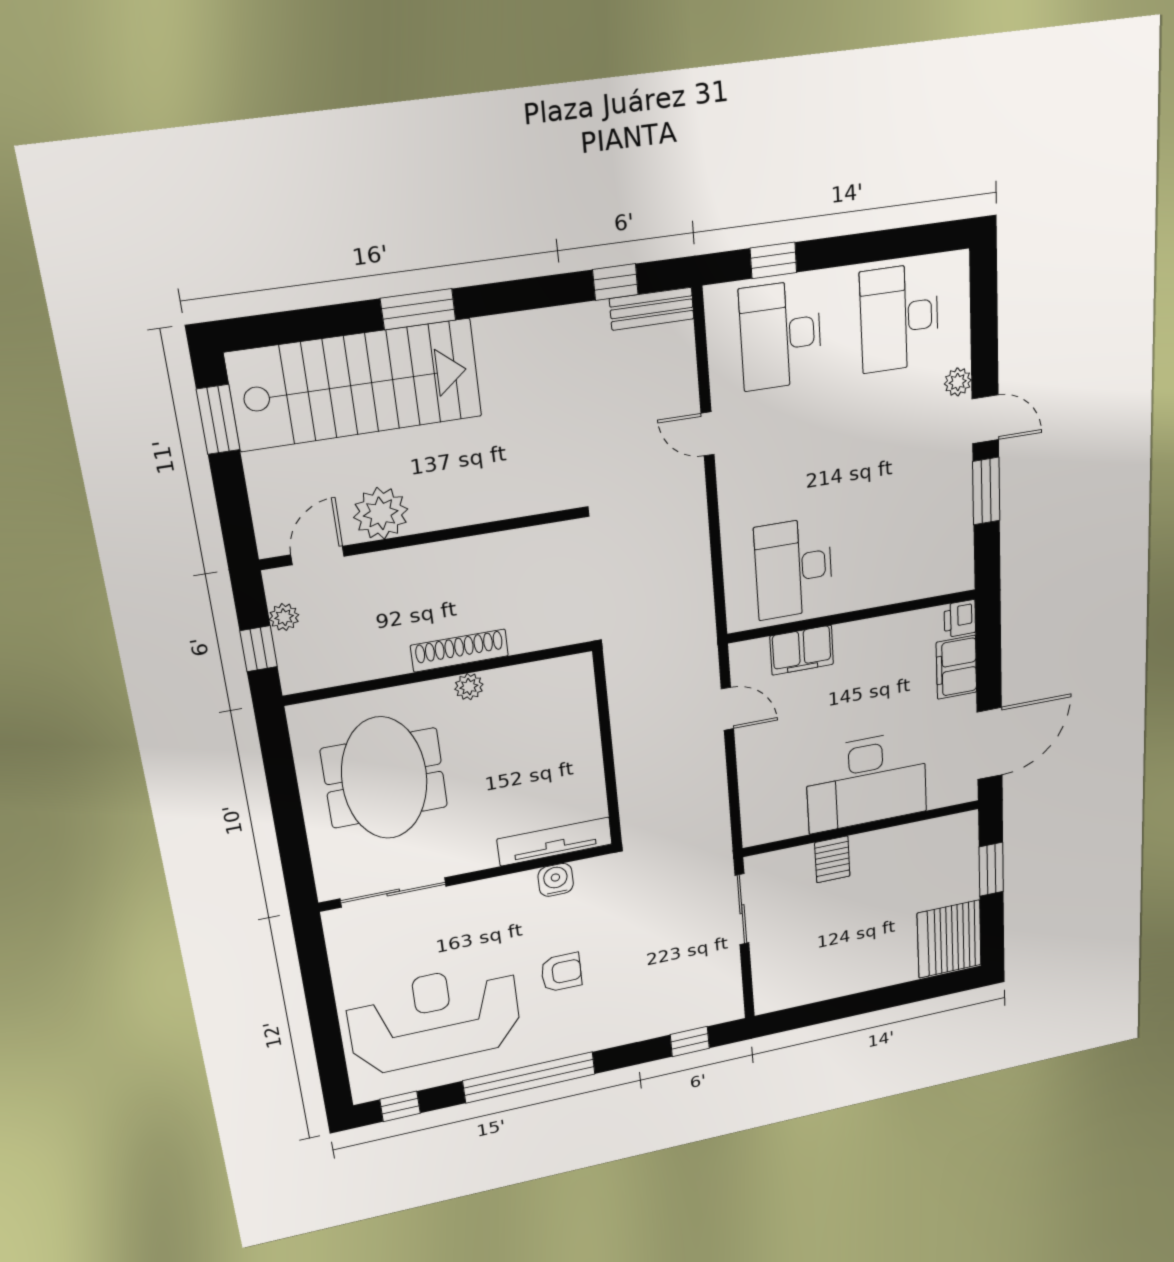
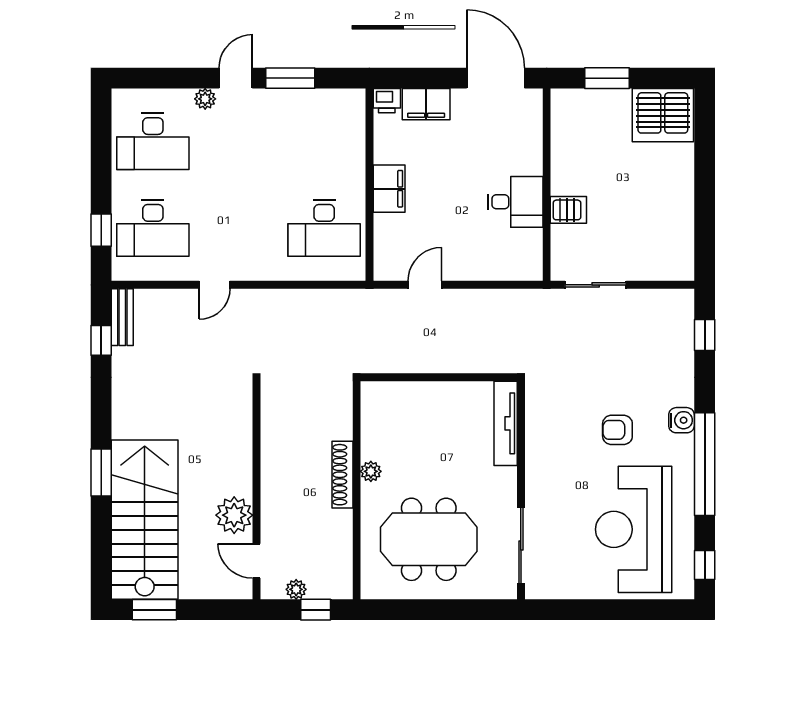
filing cabinet: (802, 650) -> (389, 189), moved
desk: (866, 781) -> (515, 202), width x0.53, depth x0.77
water cooler: (556, 880) -> (682, 420), moved, turned 180
armchair: (561, 972) -> (617, 430), turned -90

